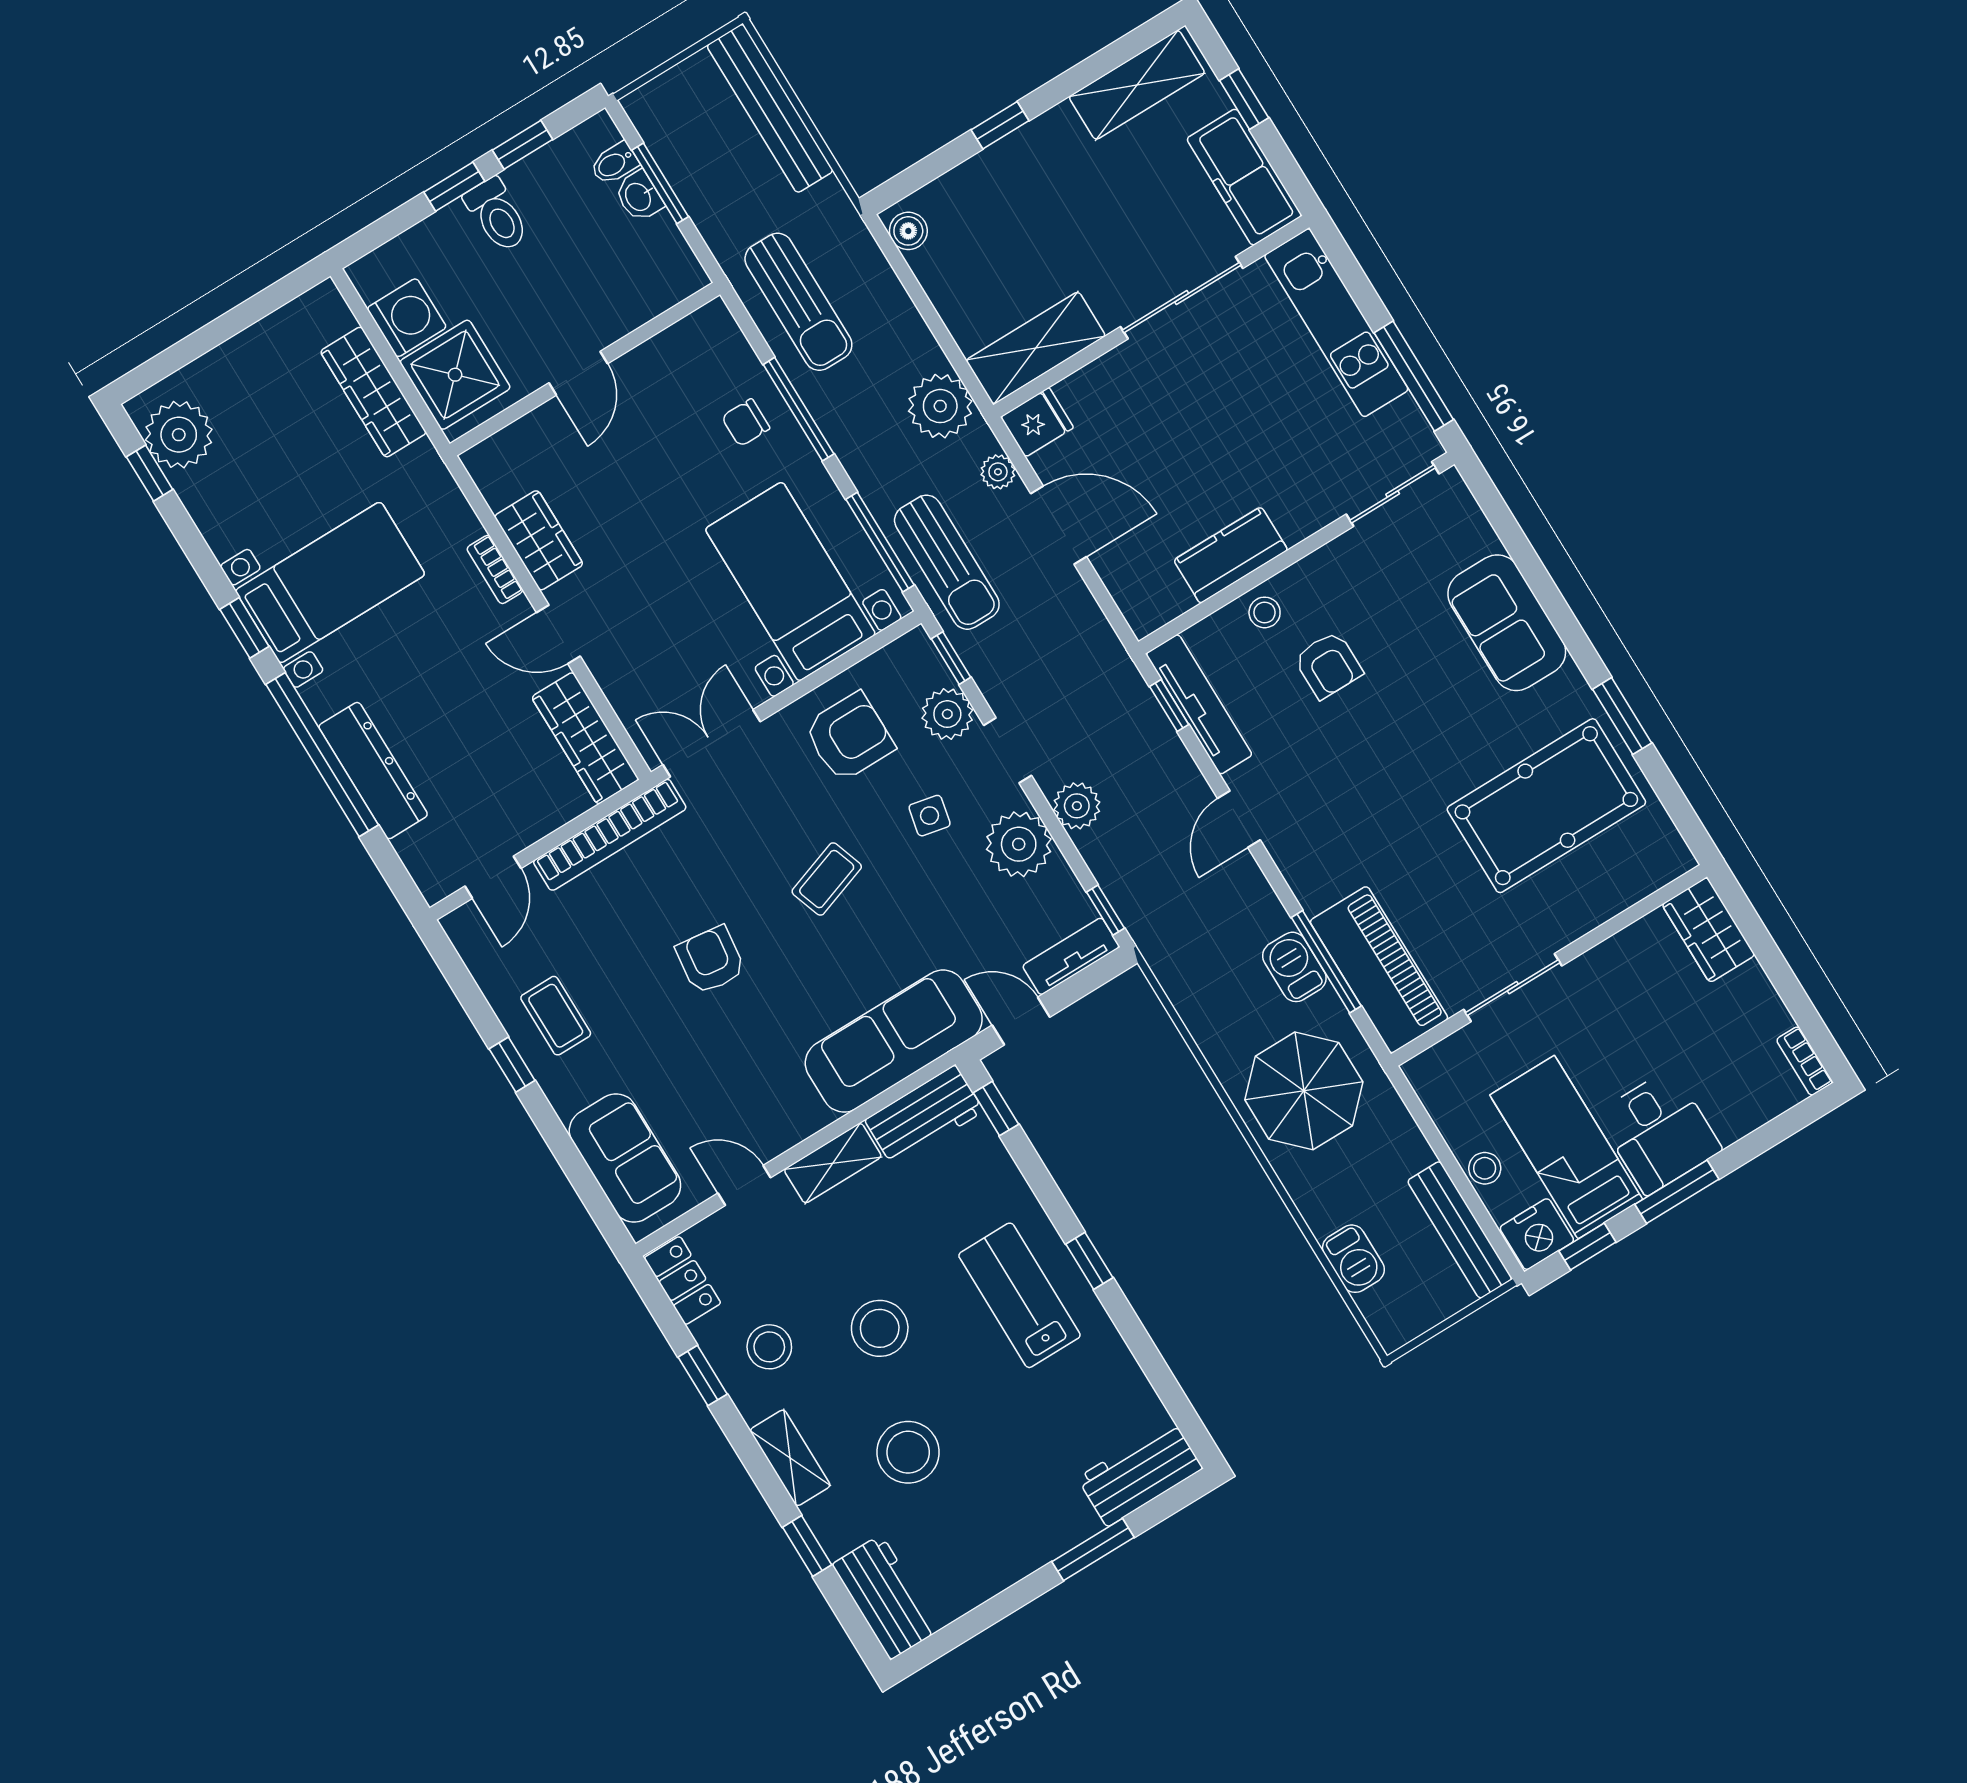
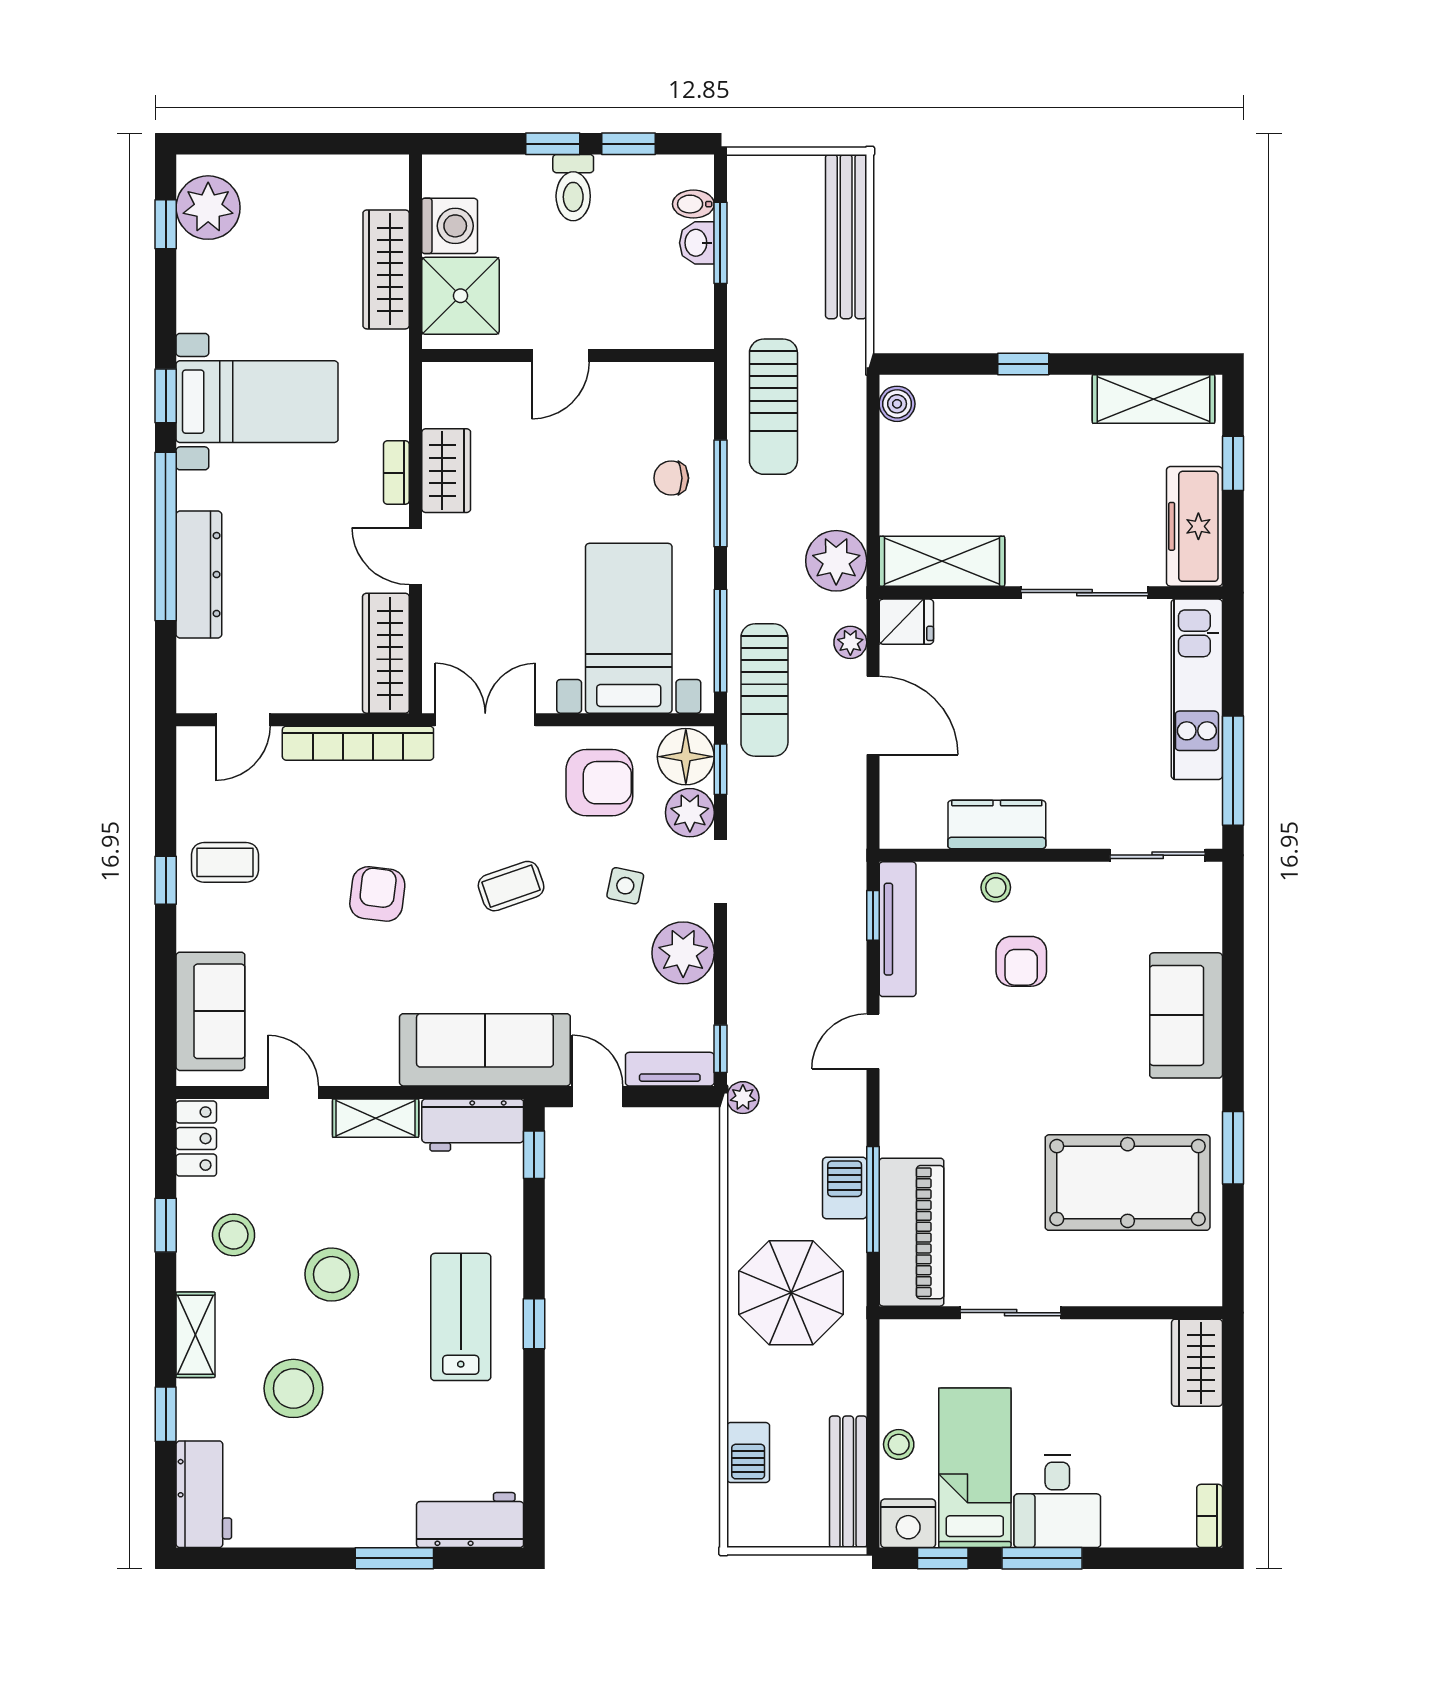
floor lamp: (913, 666) -> (686, 757), added
plant: (1077, 806) -> (743, 1098), moved, width x0.73, depth x0.73
coffee table: (556, 1016) -> (225, 862), turned 90

